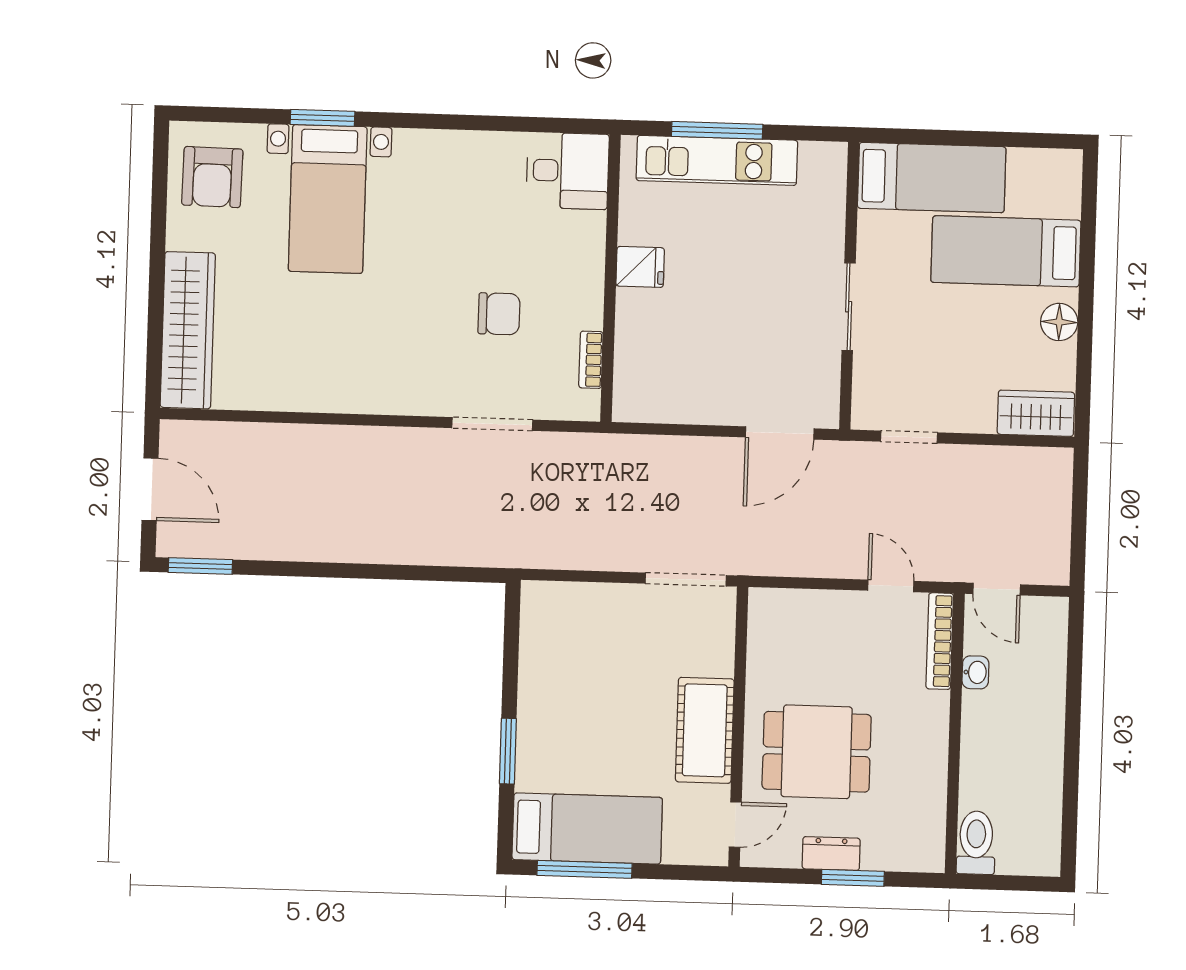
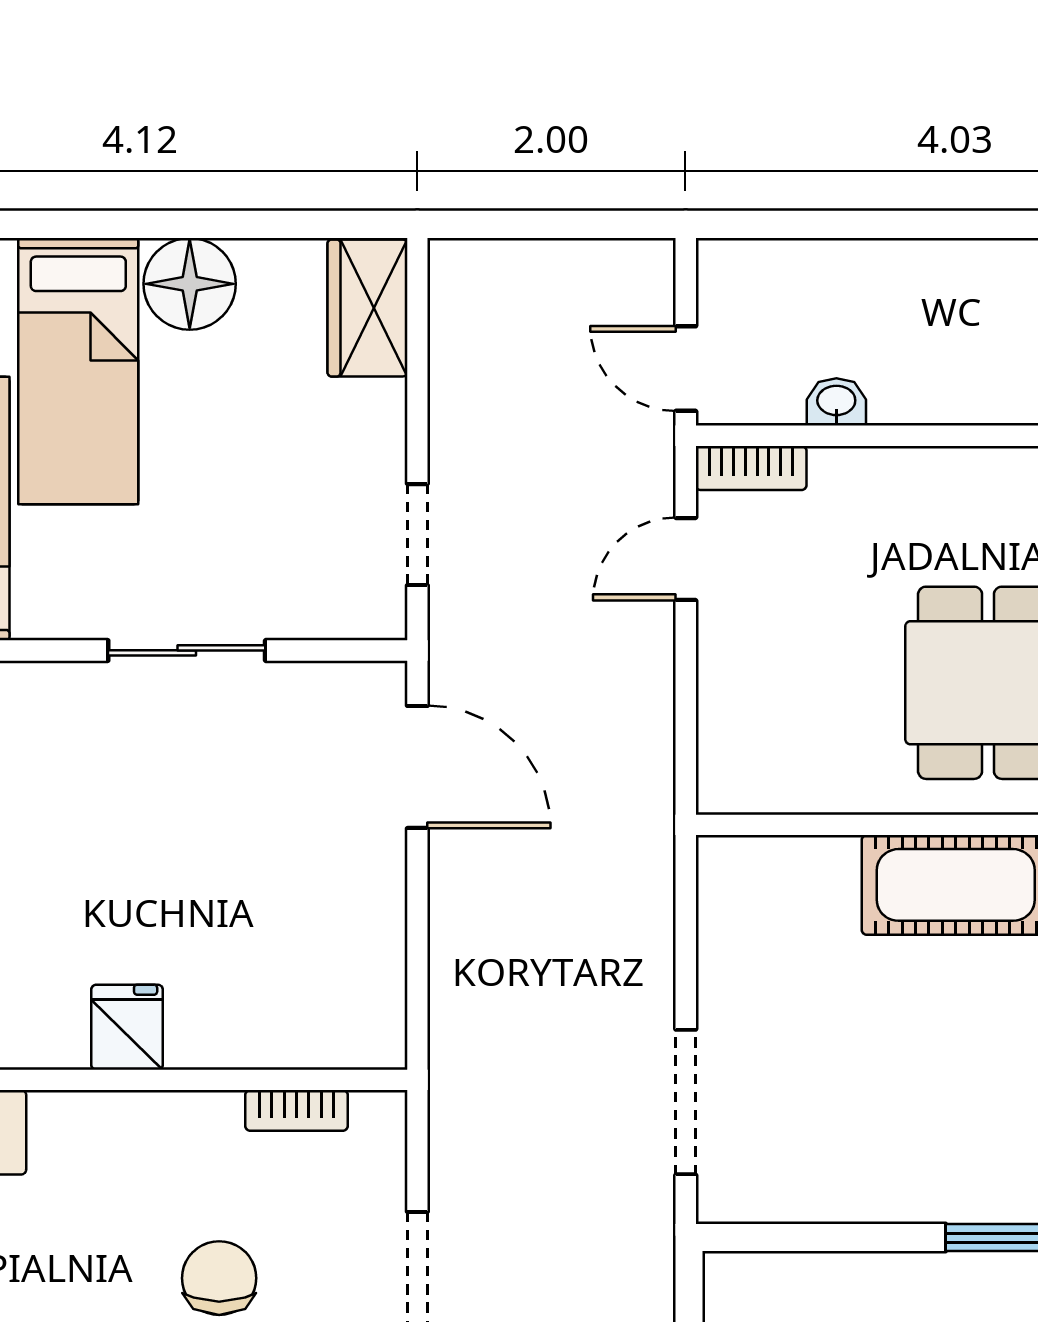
floor lamp: (1059, 322) -> (190, 284), width x1.38, depth x1.38
doorway: (686, 579) -> (686, 1102), moved
door: (997, 589) -> (686, 369), swing flipped
bookcase: (940, 641) -> (751, 468), width x0.64

